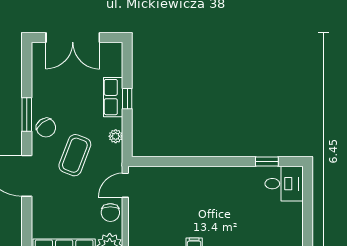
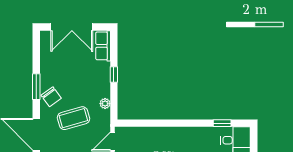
row of seats: (113, 97) -> (103, 46), moved
coffee table: (75, 155) -> (73, 118), turned 53

